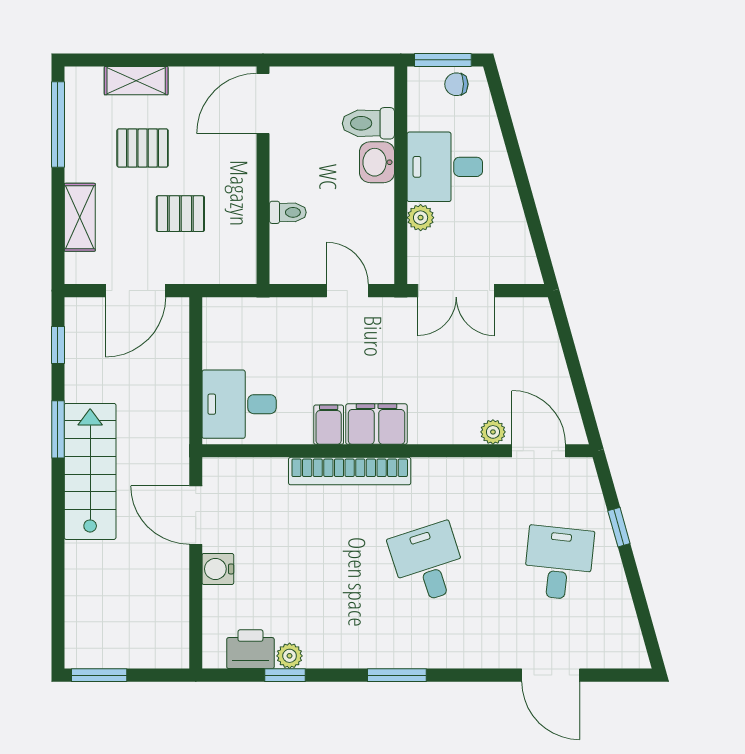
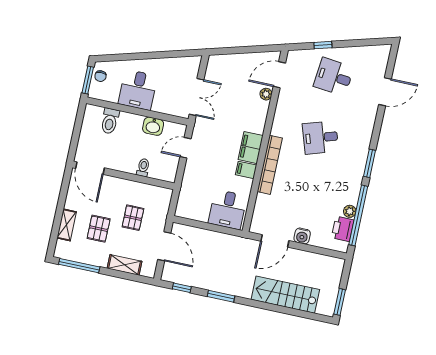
washbasin: (377, 162) -> (153, 126), moved
plant: (421, 218) -> (159, 106), removed
stairs: (90, 471) -> (285, 295), moved
window: (285, 675) -> (358, 215), width x3.17

